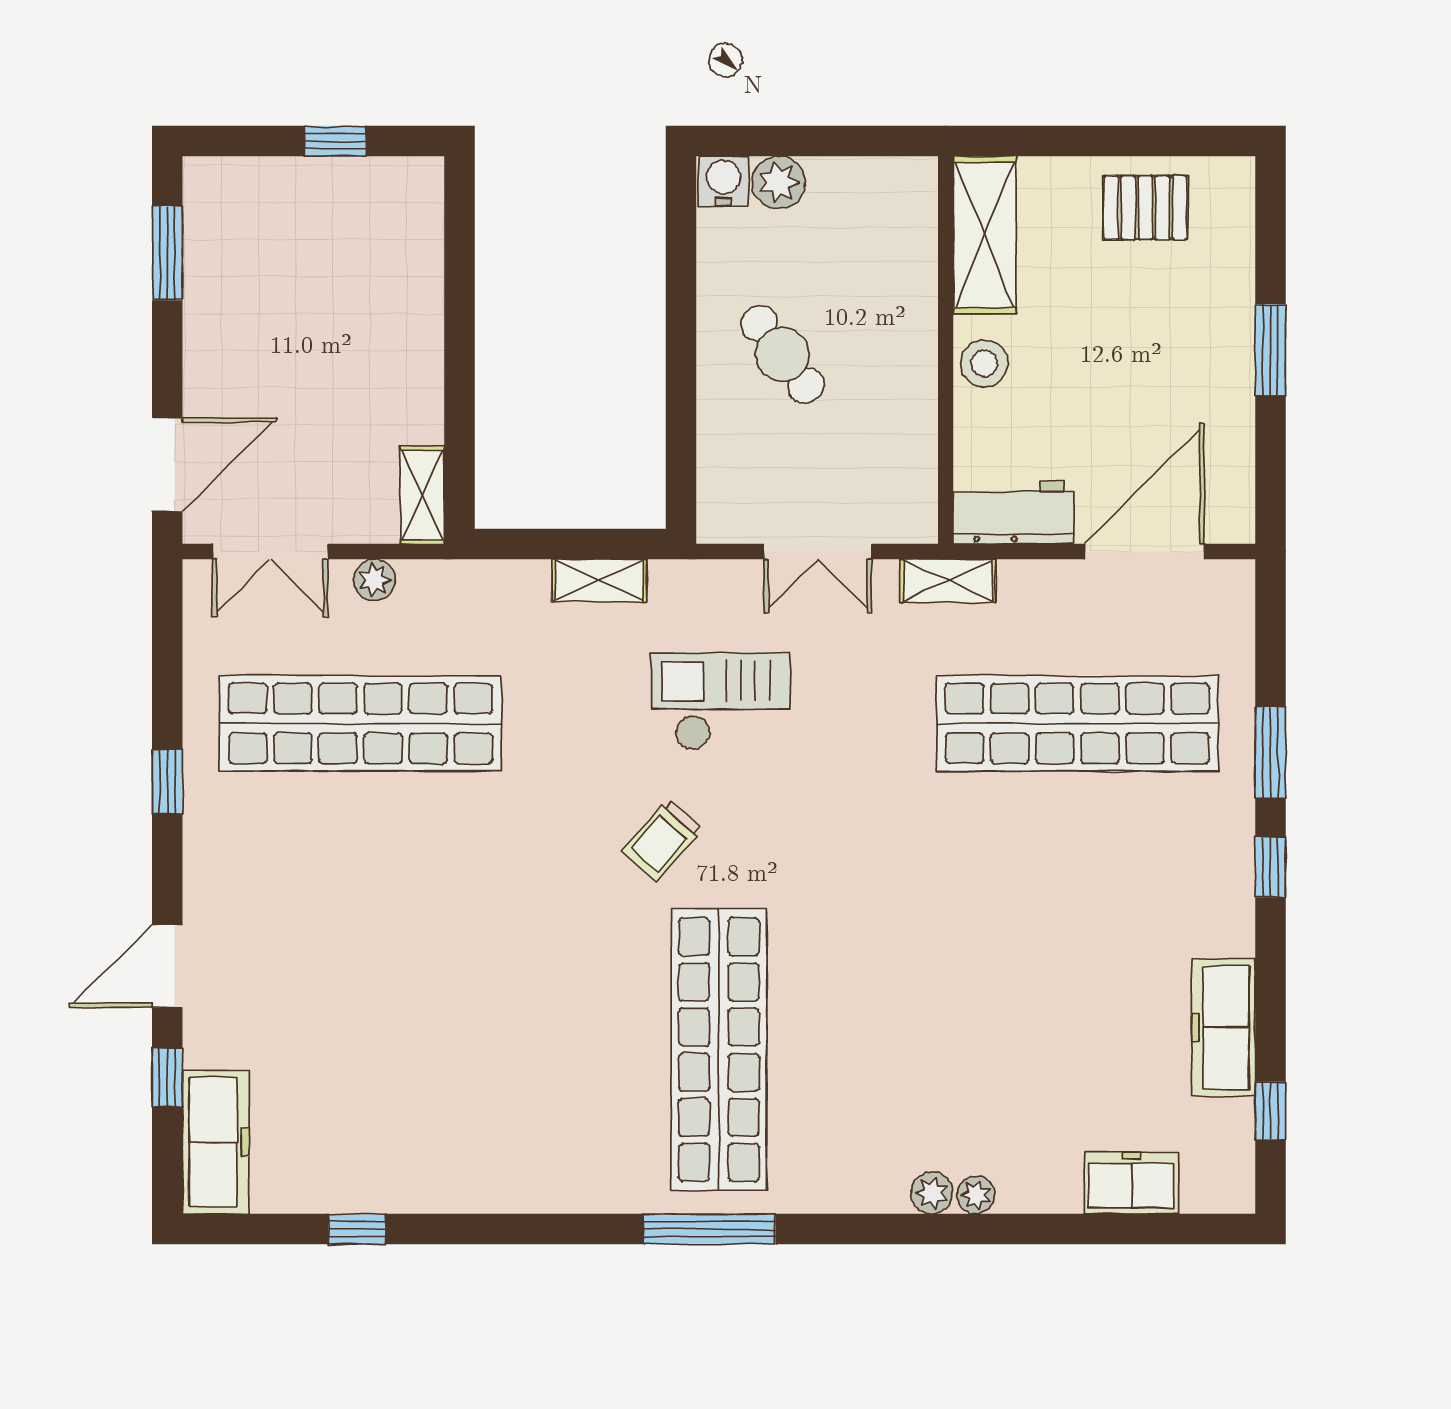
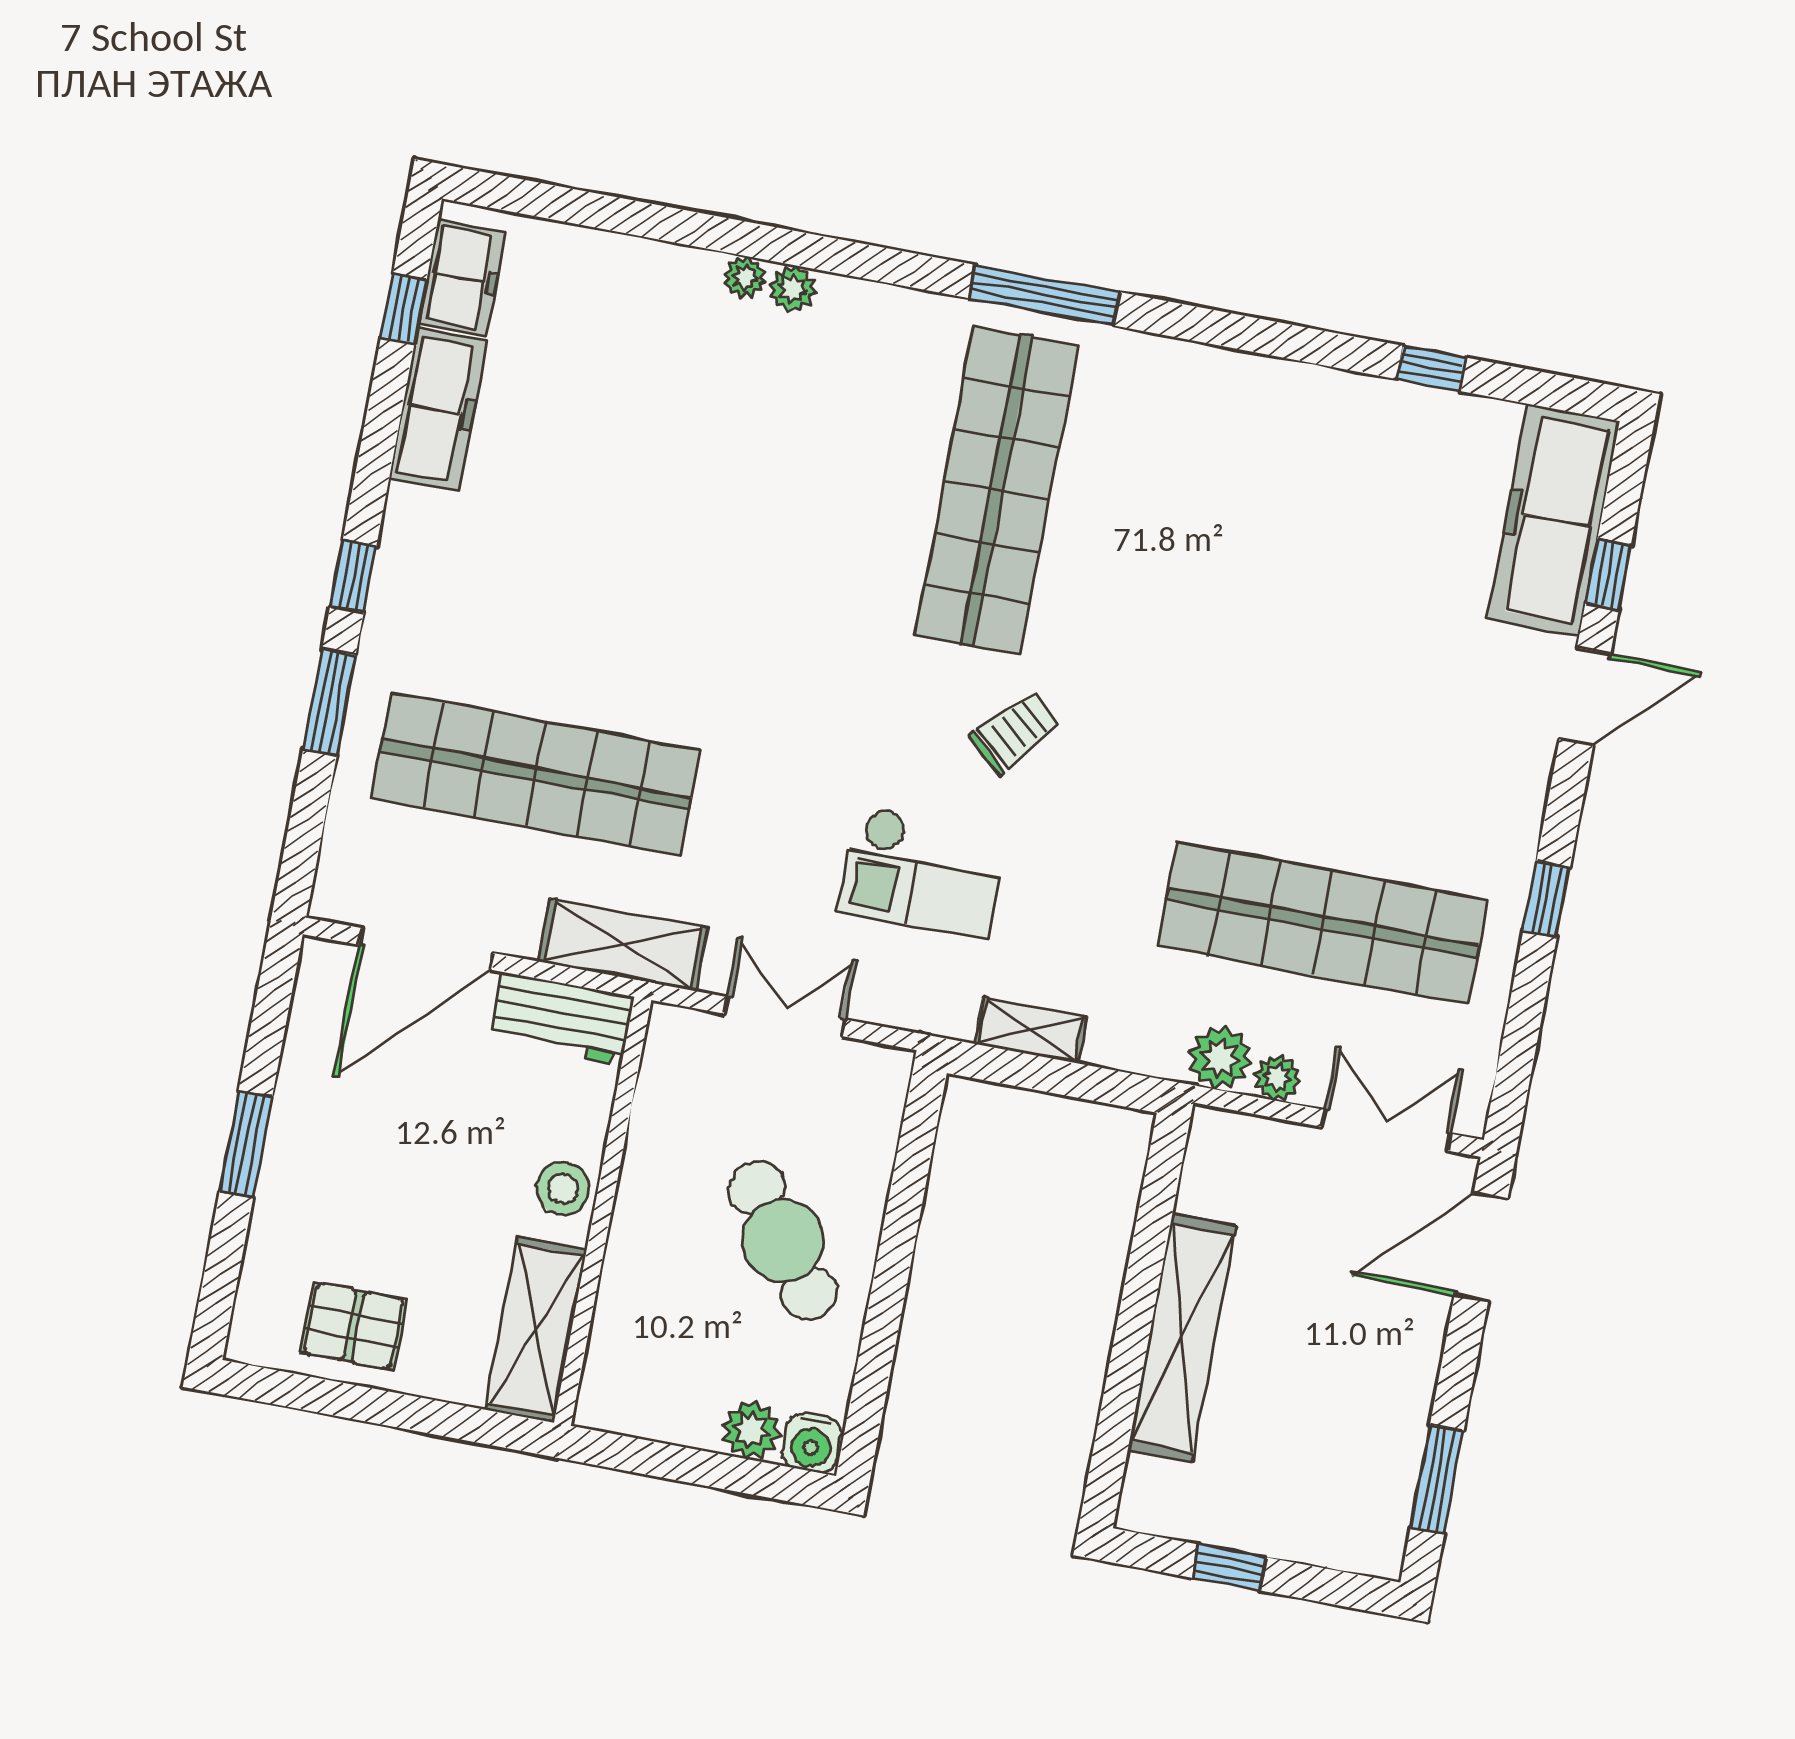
cafe table: (782, 354) -> (783, 1240), width x1.37, depth x1.35
shelving: (422, 495) -> (1182, 1338), moved, width x2.20, depth x1.33
shelving: (948, 581) -> (623, 945), width x1.50, depth x1.33
plant: (428, 588) -> (1220, 1058), added
freezer: (216, 1142) -> (1553, 520), width x1.36, depth x1.26
freezer: (1131, 1183) -> (462, 278), moved, turned -90

